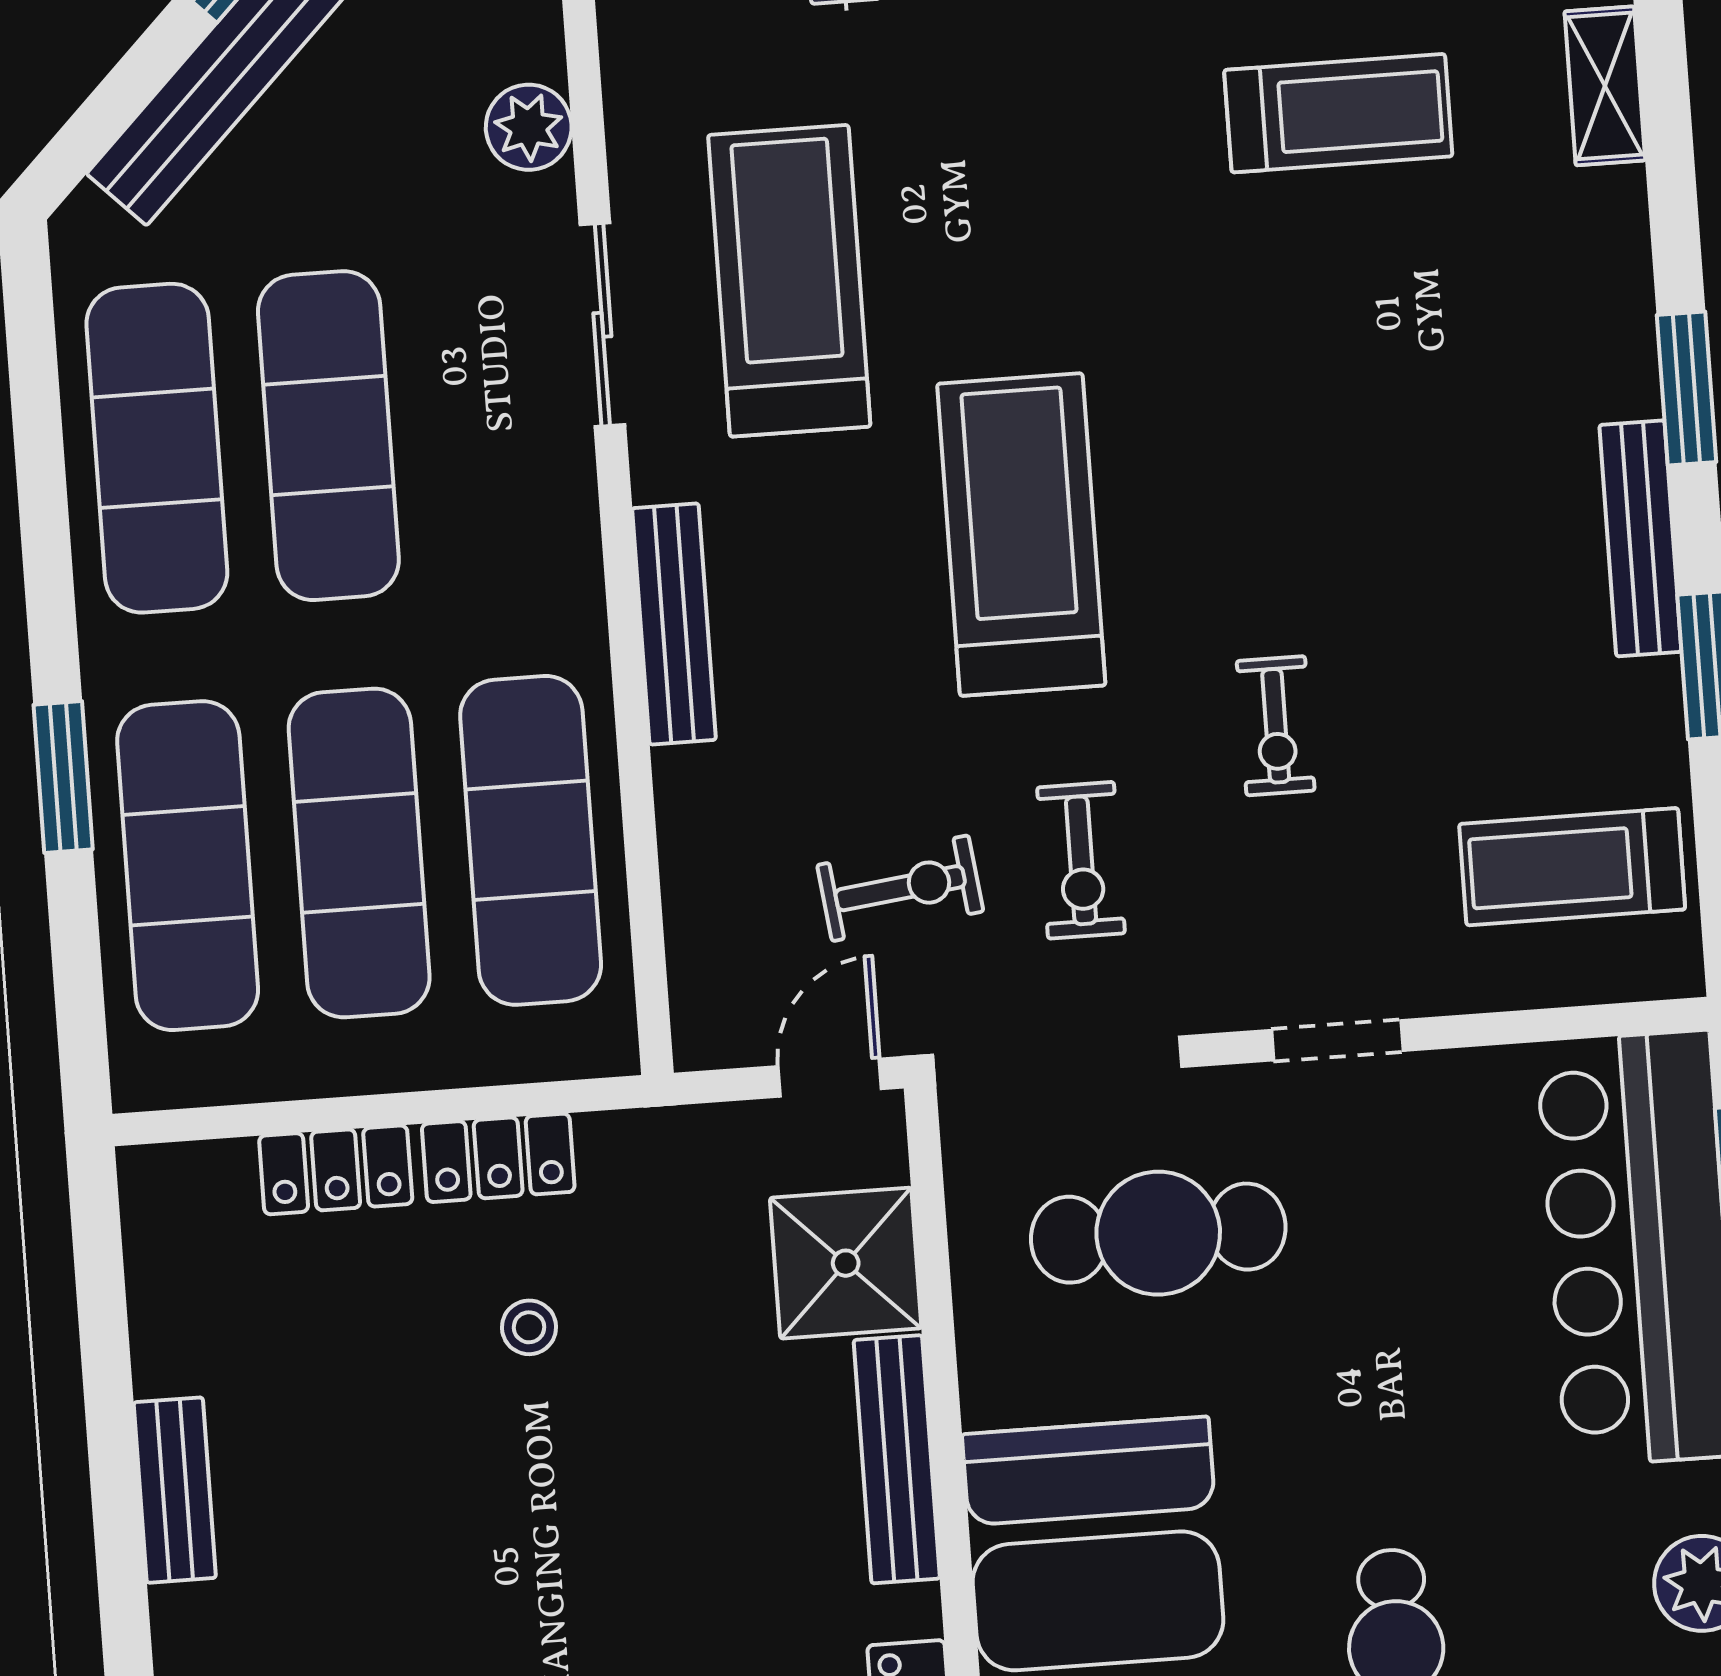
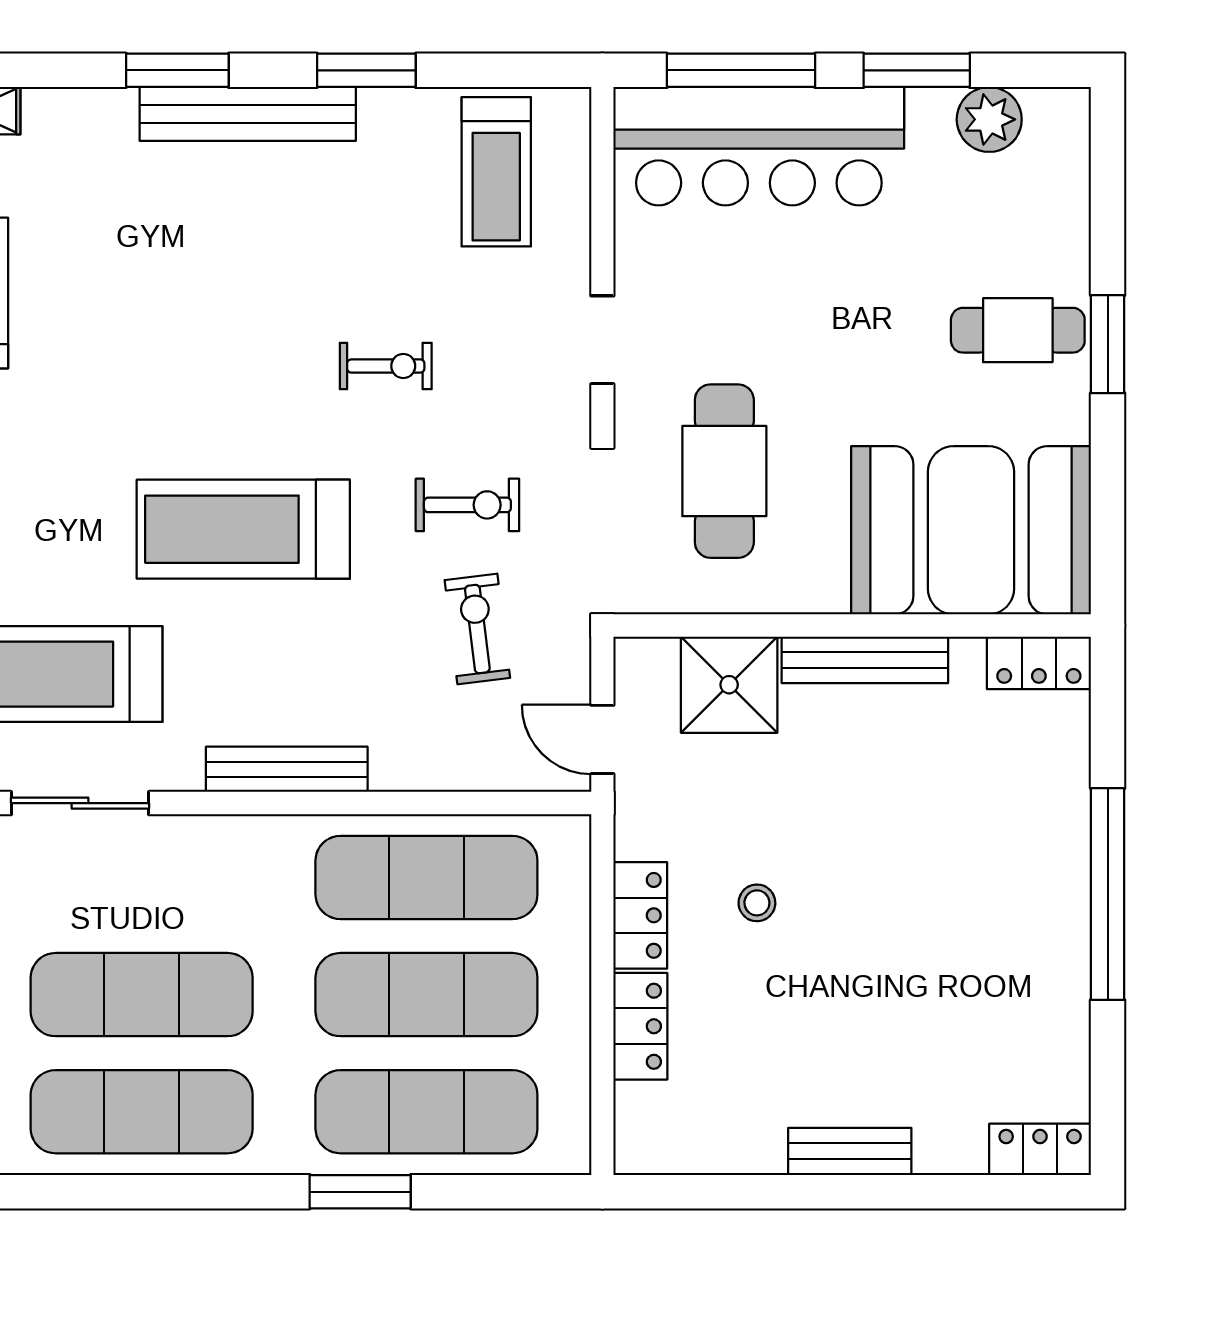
bench: (1640, 538) -> (248, 114), width x1.37, depth x1.21
door: (830, 1078) -> (602, 739), moved

